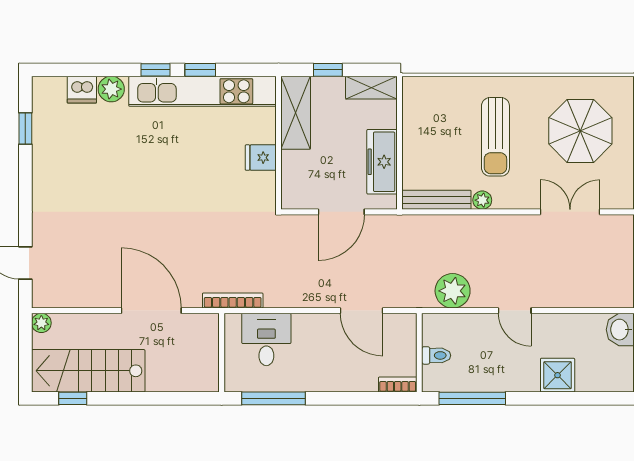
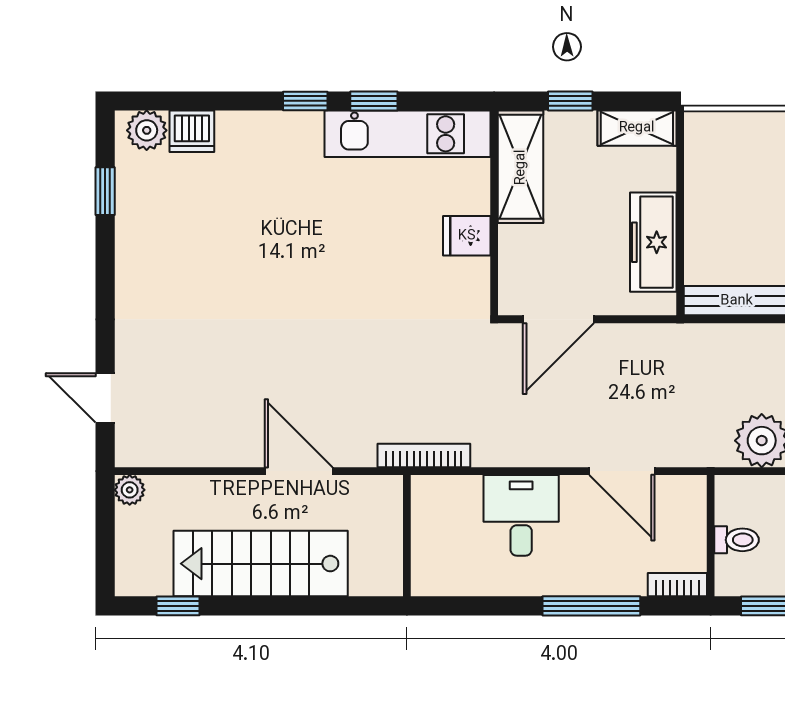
plant: (111, 89) -> (147, 130), moved
kitchen unit: (203, 91) -> (408, 134), width x0.73
door: (341, 212) -> (558, 319), moved
door: (151, 311) -> (299, 471), width x0.73
desk: (266, 339) -> (521, 515), moved
stairs: (88, 371) -> (261, 564), moved
window: (274, 398) -> (591, 606), moved

